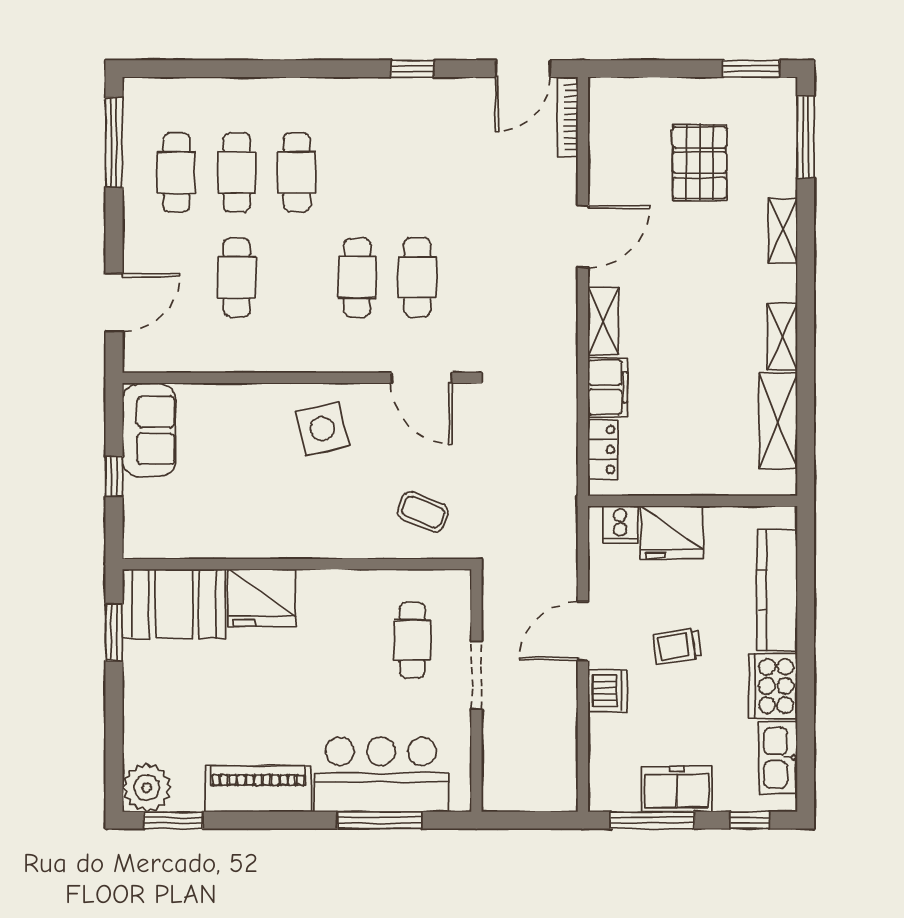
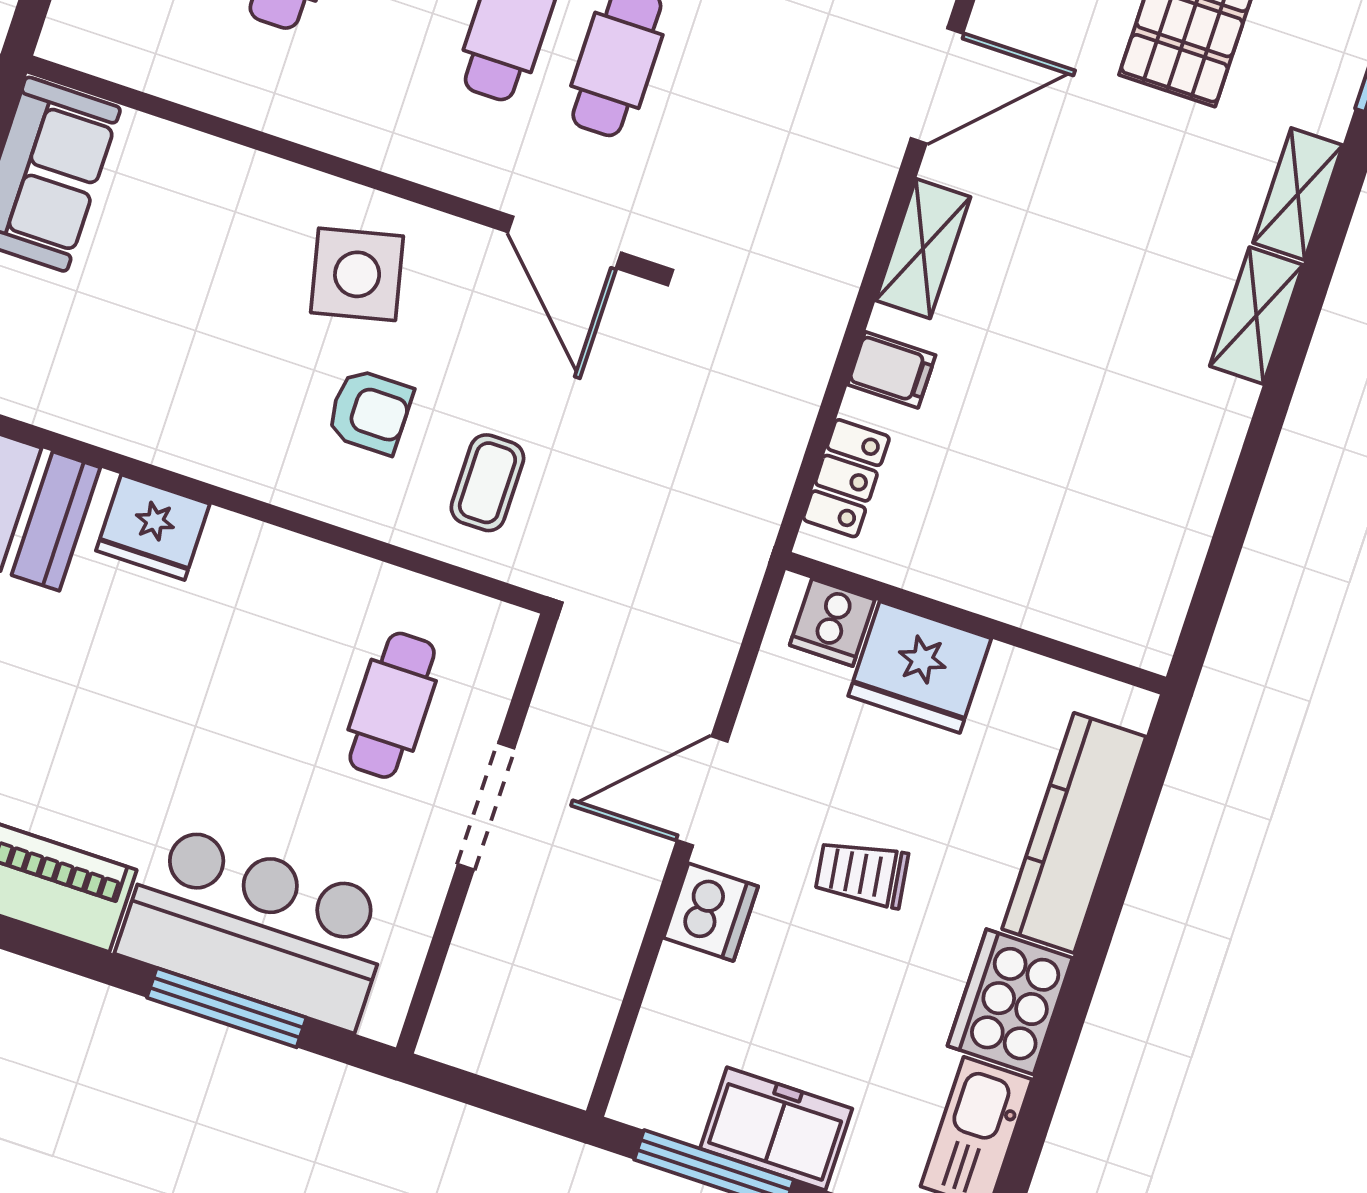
shelving: (782, 337) -> (1256, 316), moved
filing cabinet: (608, 387) -> (892, 370), width x0.50
shelving: (778, 421) -> (1176, 531), removed
armchair: (352, 496) -> (370, 411), added
coffee table: (423, 512) -> (487, 483), turned 68
fridge: (262, 598) -> (153, 527), width x0.73, depth x0.75

